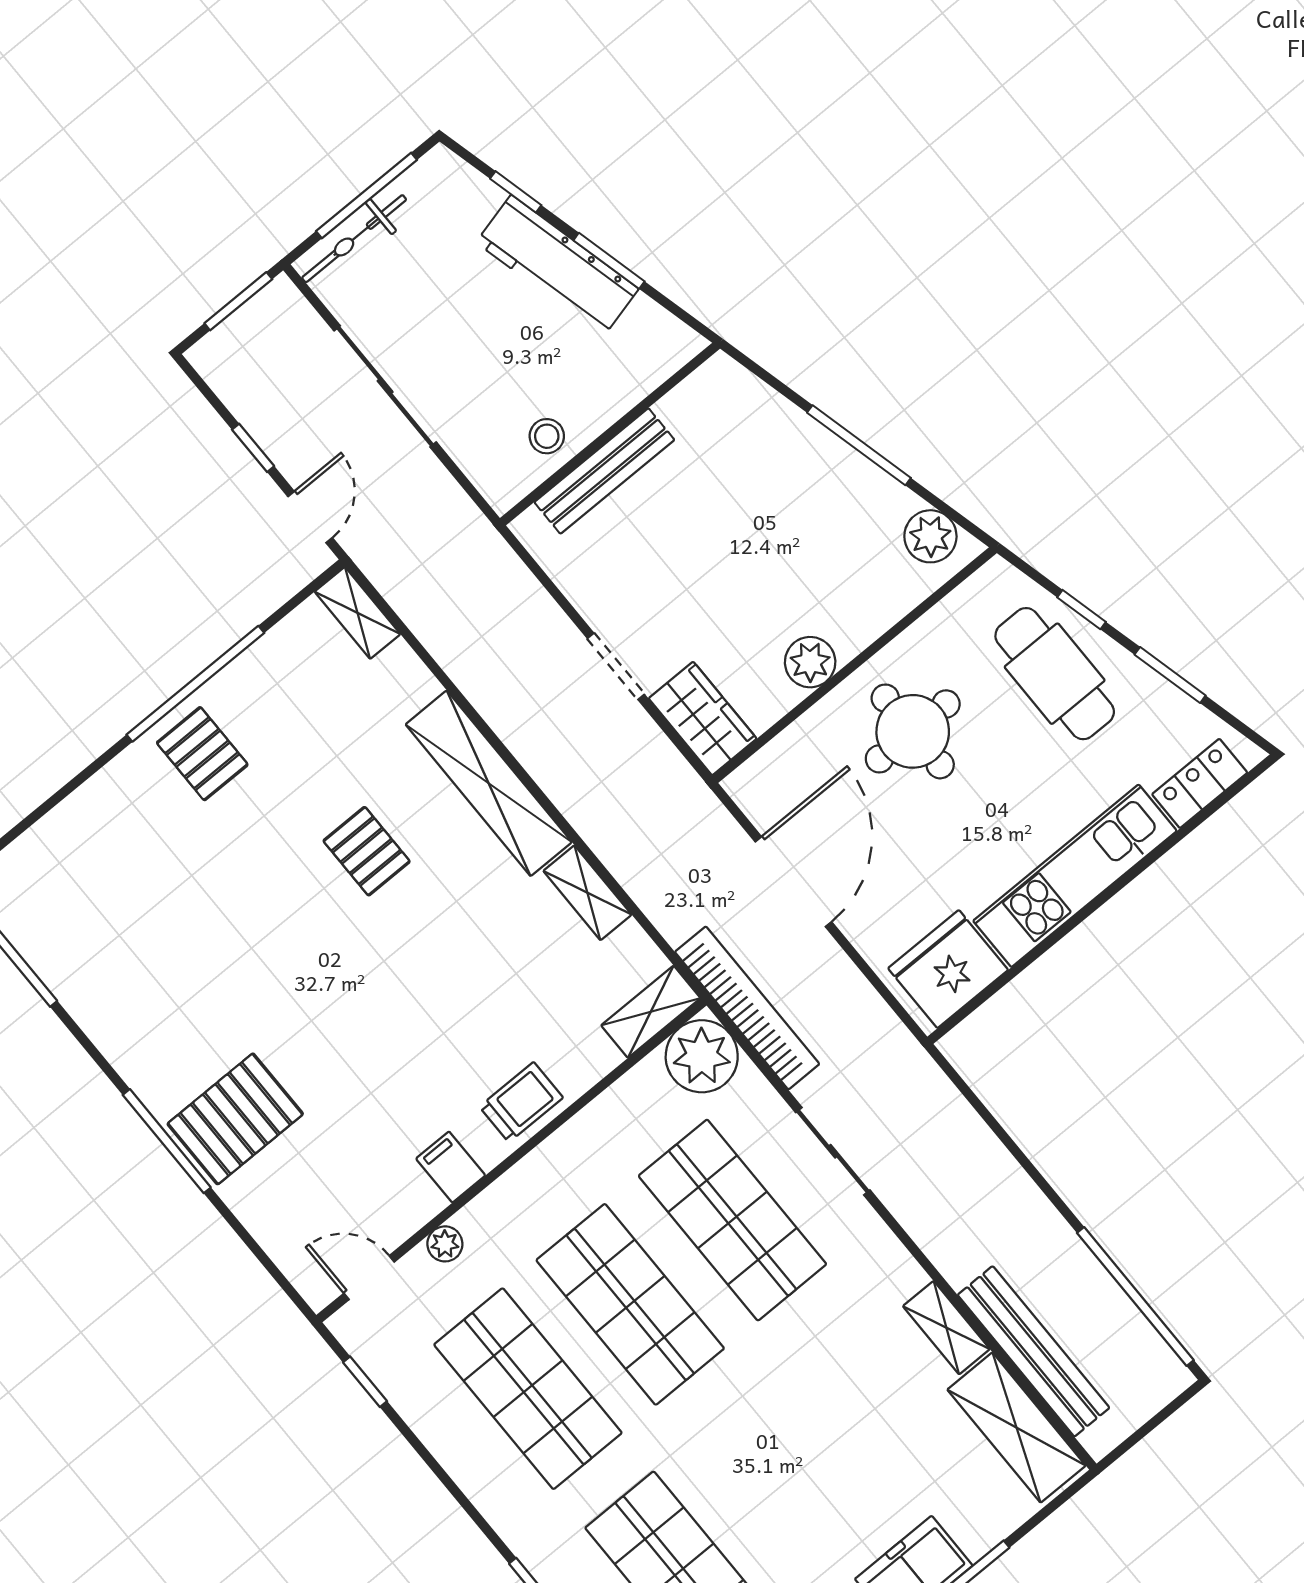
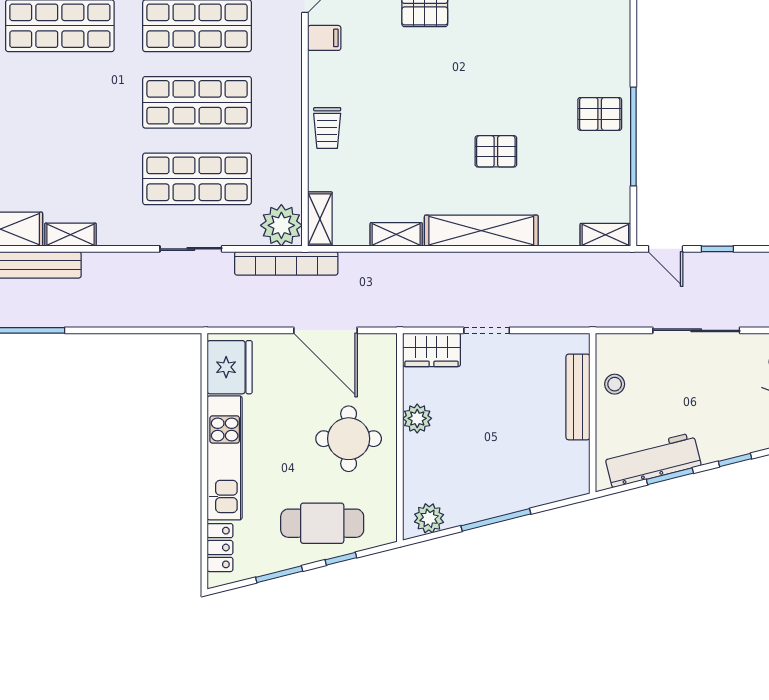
workbench: (557, 266) -> (653, 460), moved
filing cabinet: (451, 1167) -> (324, 38), moved
plant: (445, 1244) -> (292, 42), removed

